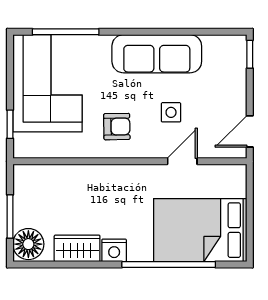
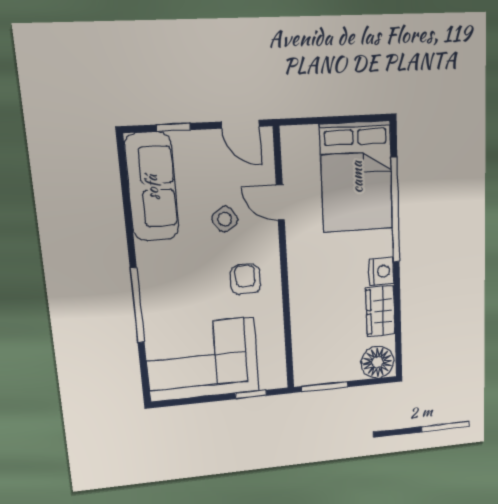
window: (66, 32) -> (137, 305), moved
sofa: (157, 54) -> (152, 187), moved
window: (250, 54) -> (173, 127), moved
side table: (171, 112) -> (225, 219), turned -35
window: (10, 217) -> (325, 387), moved

